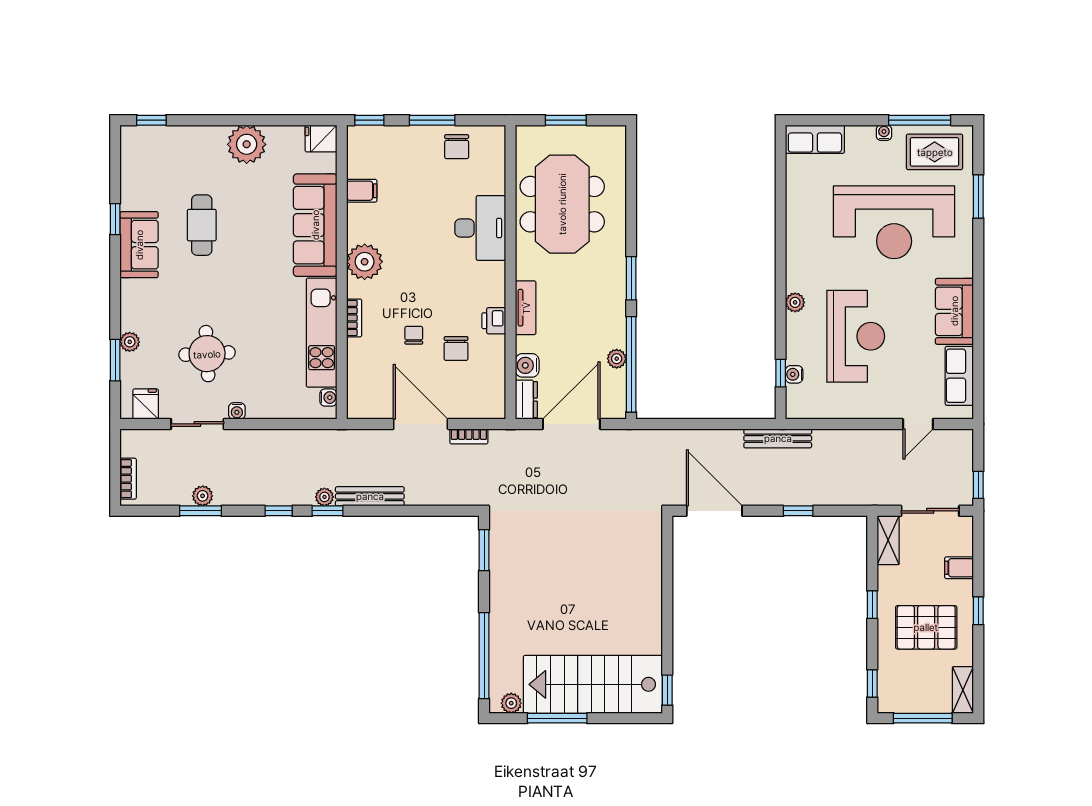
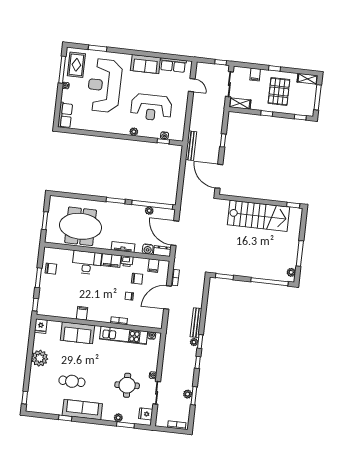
filing cabinet: (362, 191) -> (82, 313), moved
reception desk: (894, 222) -> (104, 85), turned 180
sofa: (315, 225) -> (77, 333), width x0.73
sofa: (139, 245) -> (82, 410), width x1.36
plant: (365, 262) -> (96, 314), removed
filing cabinet: (491, 284) -> (111, 260), added
reception desk: (856, 336) -> (151, 107), turned 180
filing cabinet: (491, 383) -> (153, 266), added
door: (714, 511) -> (219, 176), hinge flipped
stairs: (593, 684) -> (259, 216), moved, turned -90

